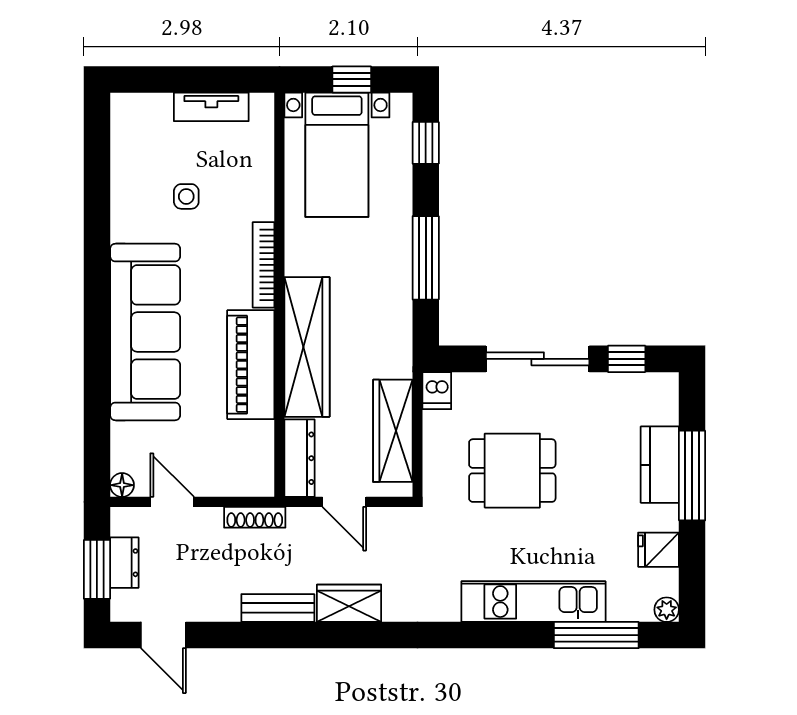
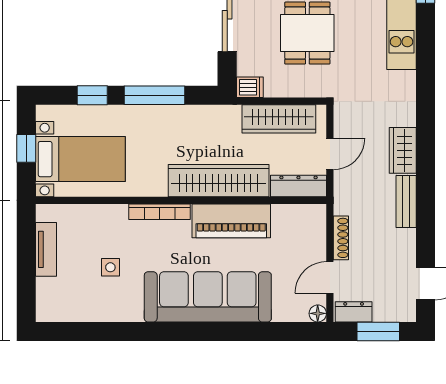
window: (426, 143) -> (92, 95), moved
shoe rack: (255, 517) -> (341, 238), moved
dresser: (124, 563) -> (354, 312), moved

